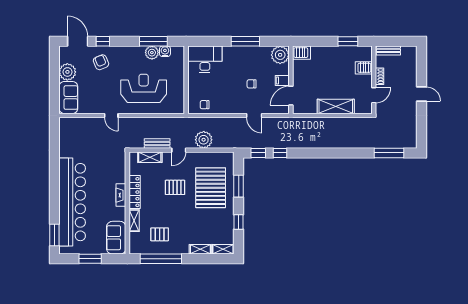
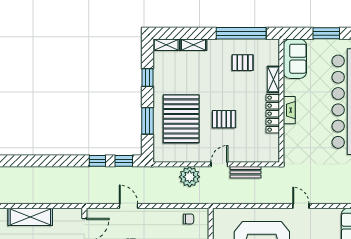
shelving: (150, 157) -> (254, 156), removed

